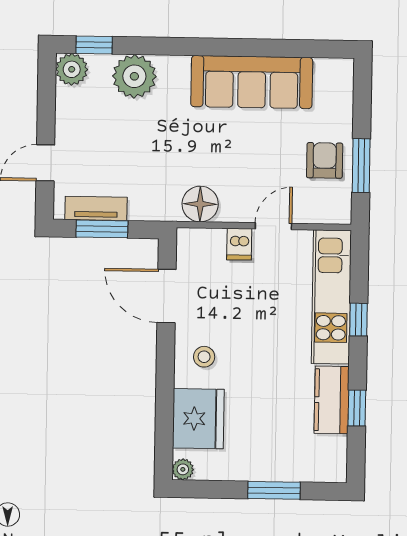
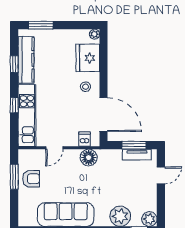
armchair: (325, 160) -> (31, 179), turned -90
dishwasher: (239, 244) -> (85, 139), moved
door: (166, 296) -> (104, 115), width x1.36
kitchen counter: (332, 400) -> (26, 60), width x1.50
window: (274, 490) -> (41, 25), moved

